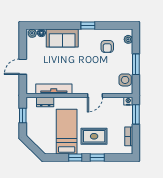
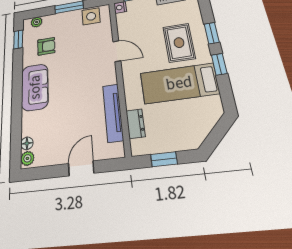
window: (88, 25) -> (18, 39), moved
sofa: (62, 38) -> (35, 87), moved
door: (23, 67) -> (81, 168), swing flipped

